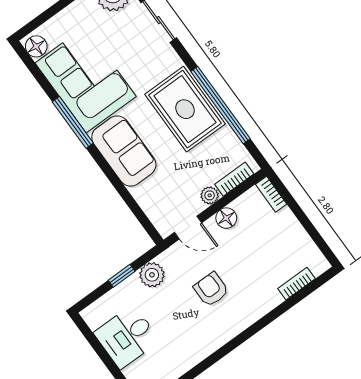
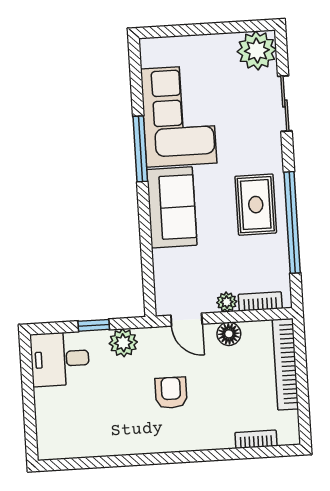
floor lamp: (36, 46) -> (152, 54), removed
rug: (185, 109) -> (256, 205), width x0.73, depth x0.70
bookcase: (271, 194) -> (285, 364), width x2.31, depth x1.31
desk: (127, 337) -> (60, 359), moved

